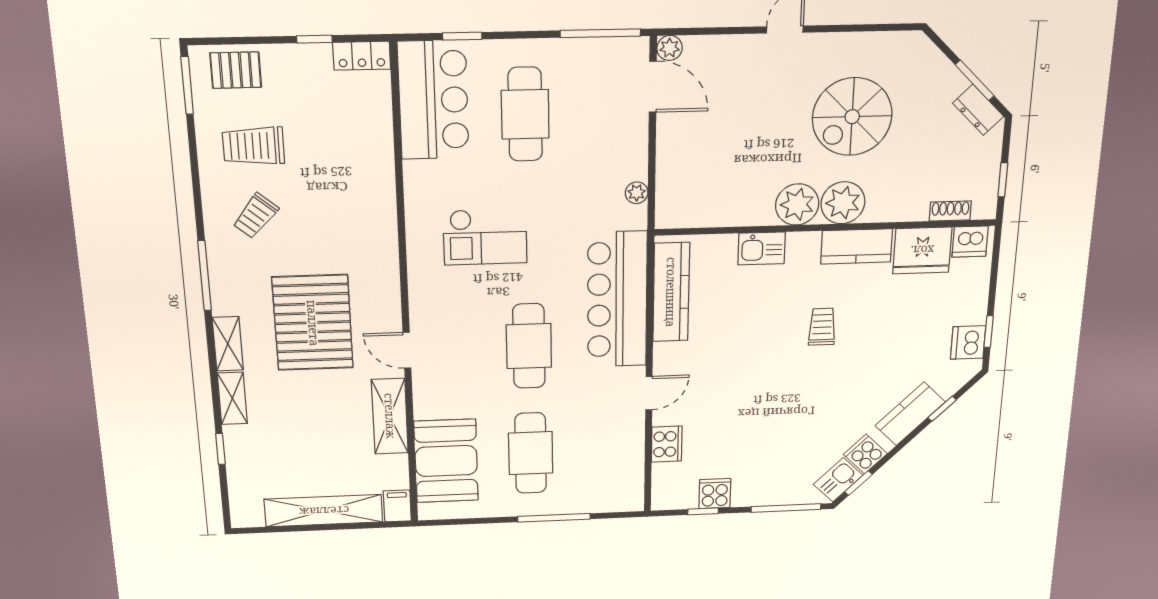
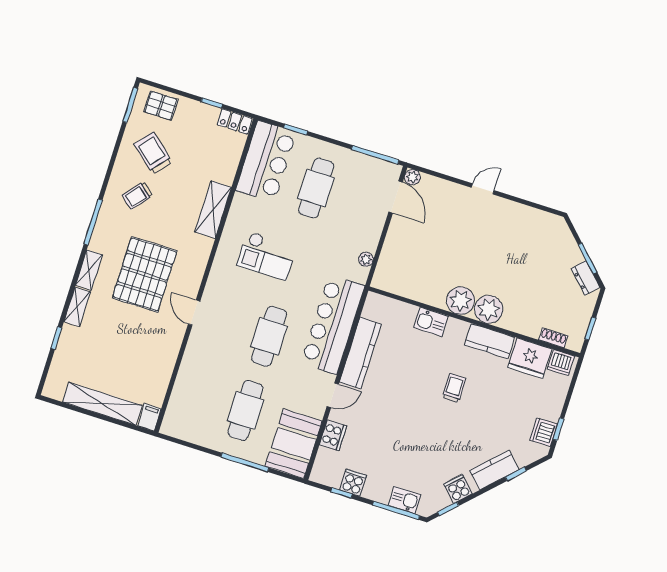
spiral stairs: (852, 117) -> (508, 256), removed
trolley: (253, 146) -> (153, 153), turned 40
kitchen counter: (671, 292) -> (360, 353), moved
shelving: (390, 416) -> (213, 210), moved
booth: (446, 461) -> (294, 444), moved
kitchen sink: (838, 480) -> (405, 500), moved, turned 45

